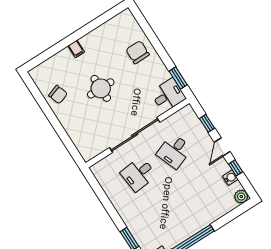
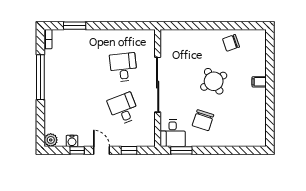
chair: (138, 52) -> (203, 120), moved, turned 108
round table: (101, 88) -> (214, 81), turned -31

